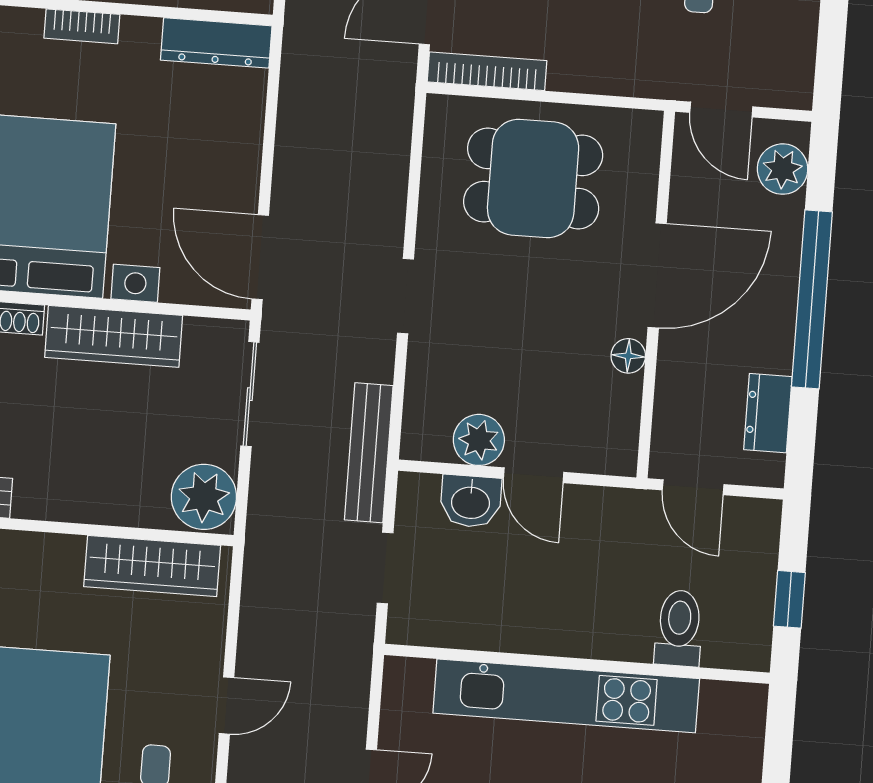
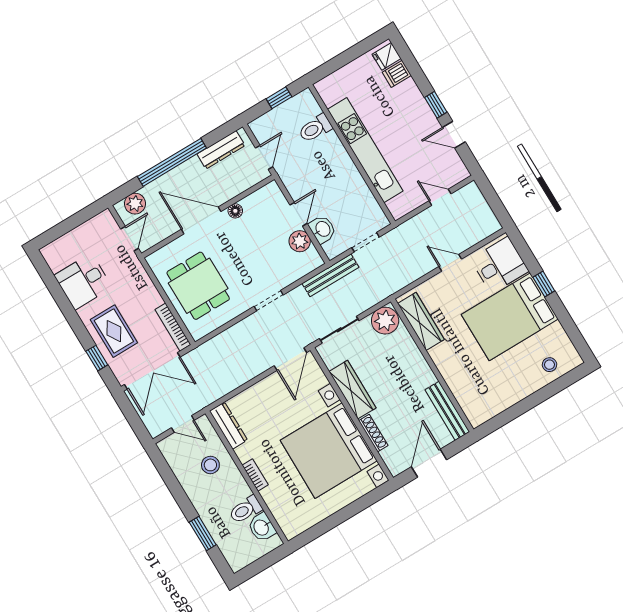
dresser: (768, 413) -> (221, 150), width x1.44

